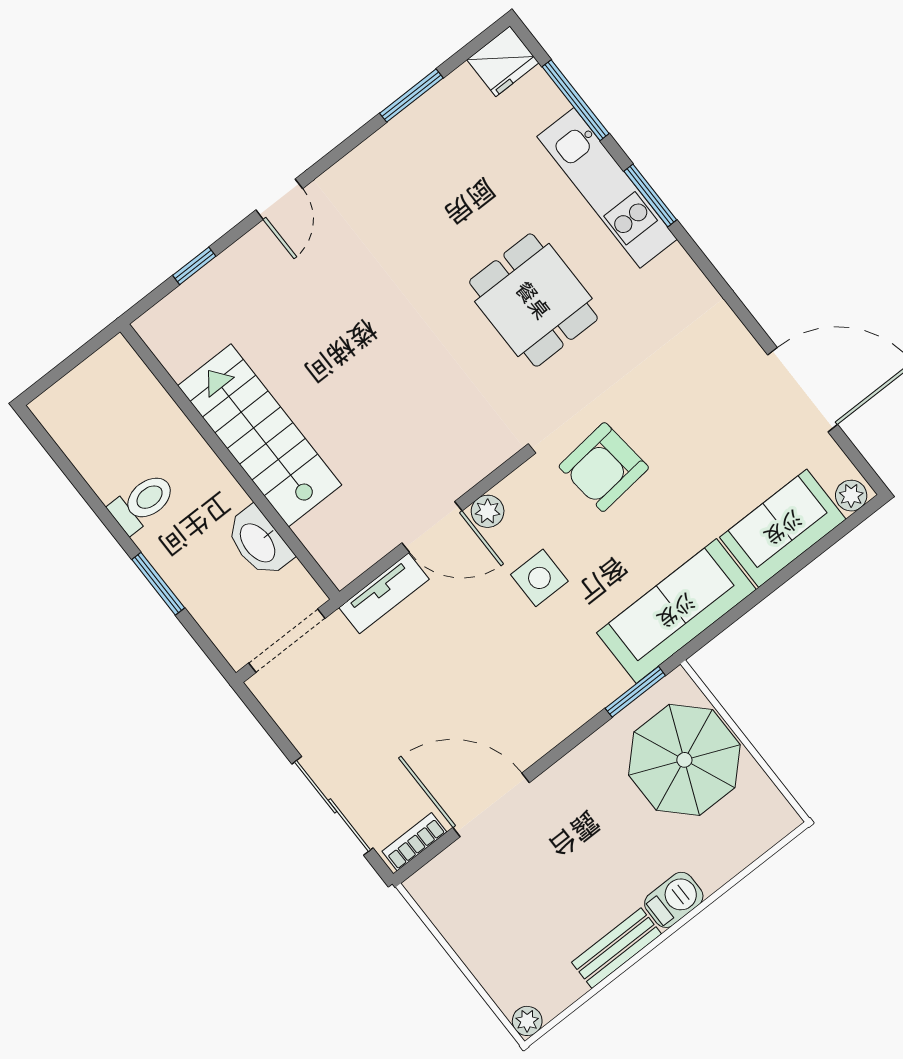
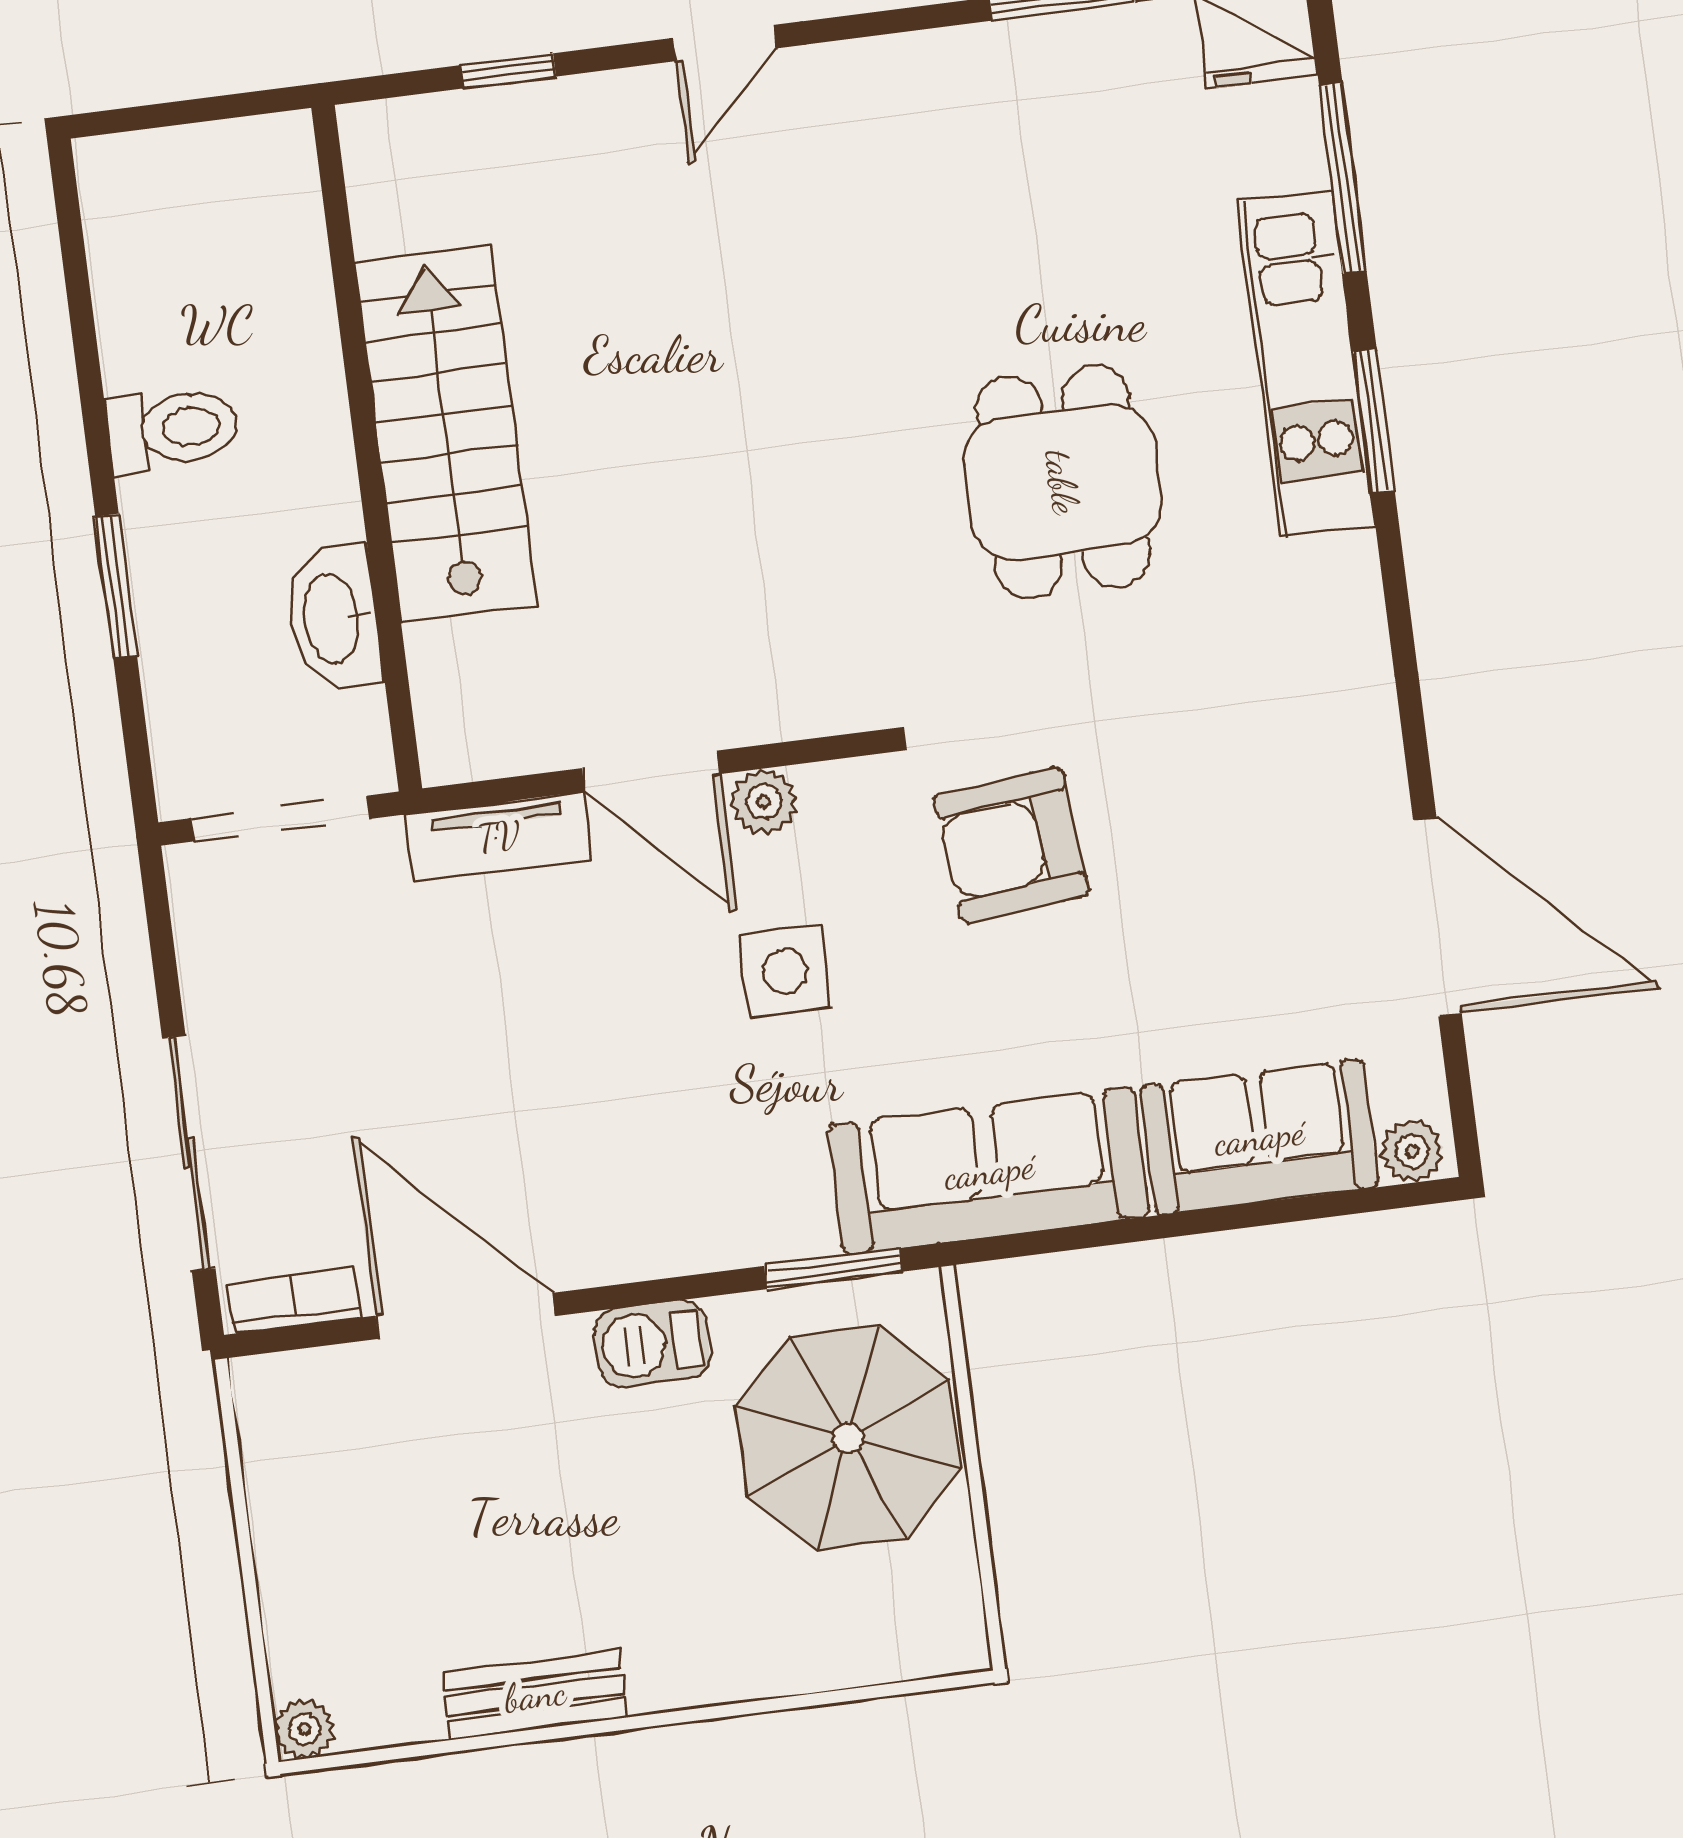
barbecue: (674, 900) -> (652, 1344), moved, turned 180

